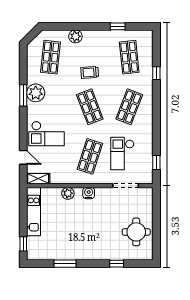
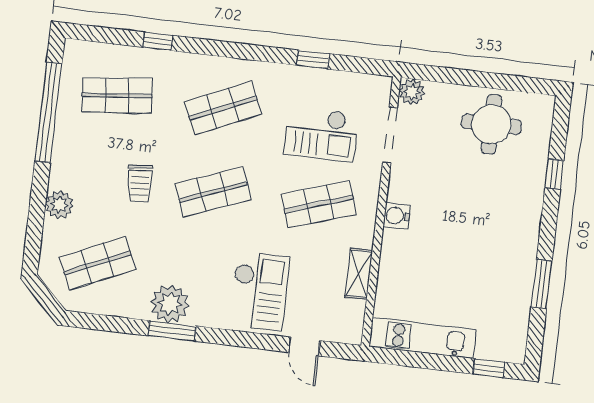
window: (118, 26) -> (48, 112), width x3.17
shop shelf: (51, 57) -> (97, 263), turned -30
shop shelf: (129, 107) -> (223, 108), turned -45
shop shelf: (90, 156) -> (319, 204), turned -36
door: (23, 157) -> (304, 346), swing flipped
window: (156, 163) -> (313, 60), moved
shelving: (38, 179) -> (359, 274), moved
plant: (68, 193) -> (412, 92), moved

